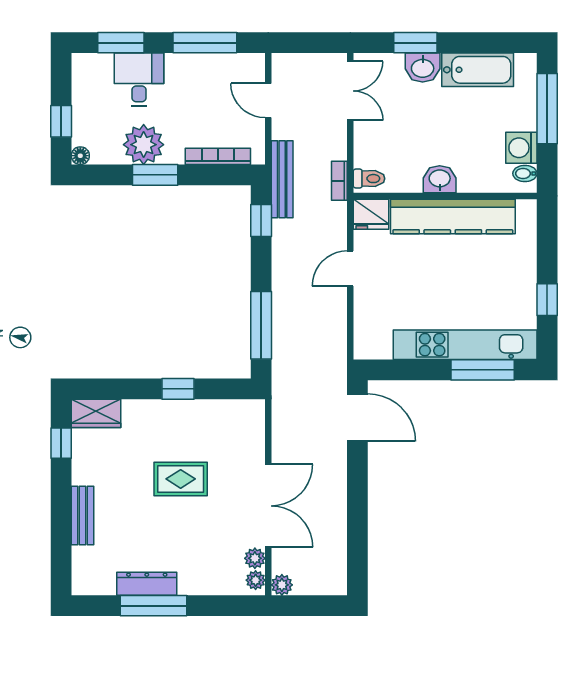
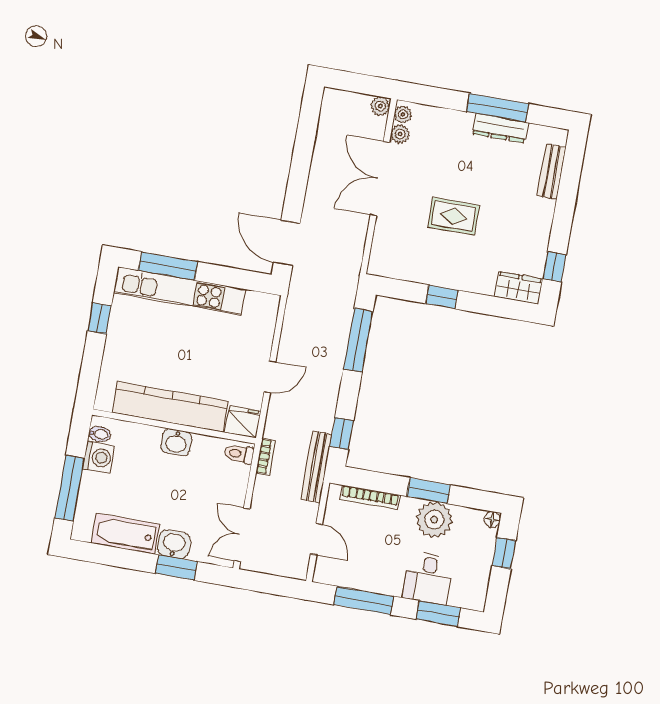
bench: (83, 516) -> (552, 171), moved

